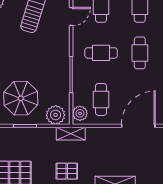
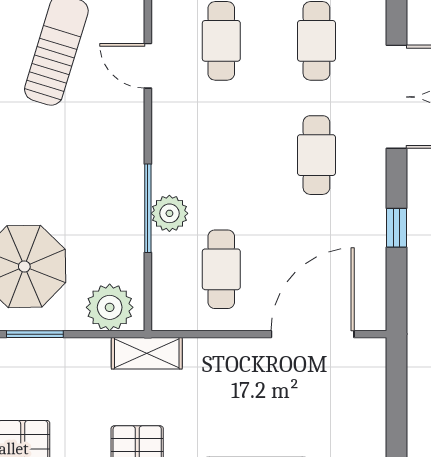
door: (71, 17) -> (148, 66), swing flipped
cafe table: (101, 53) -> (221, 155), removed
plant: (80, 113) -> (169, 213), moved

